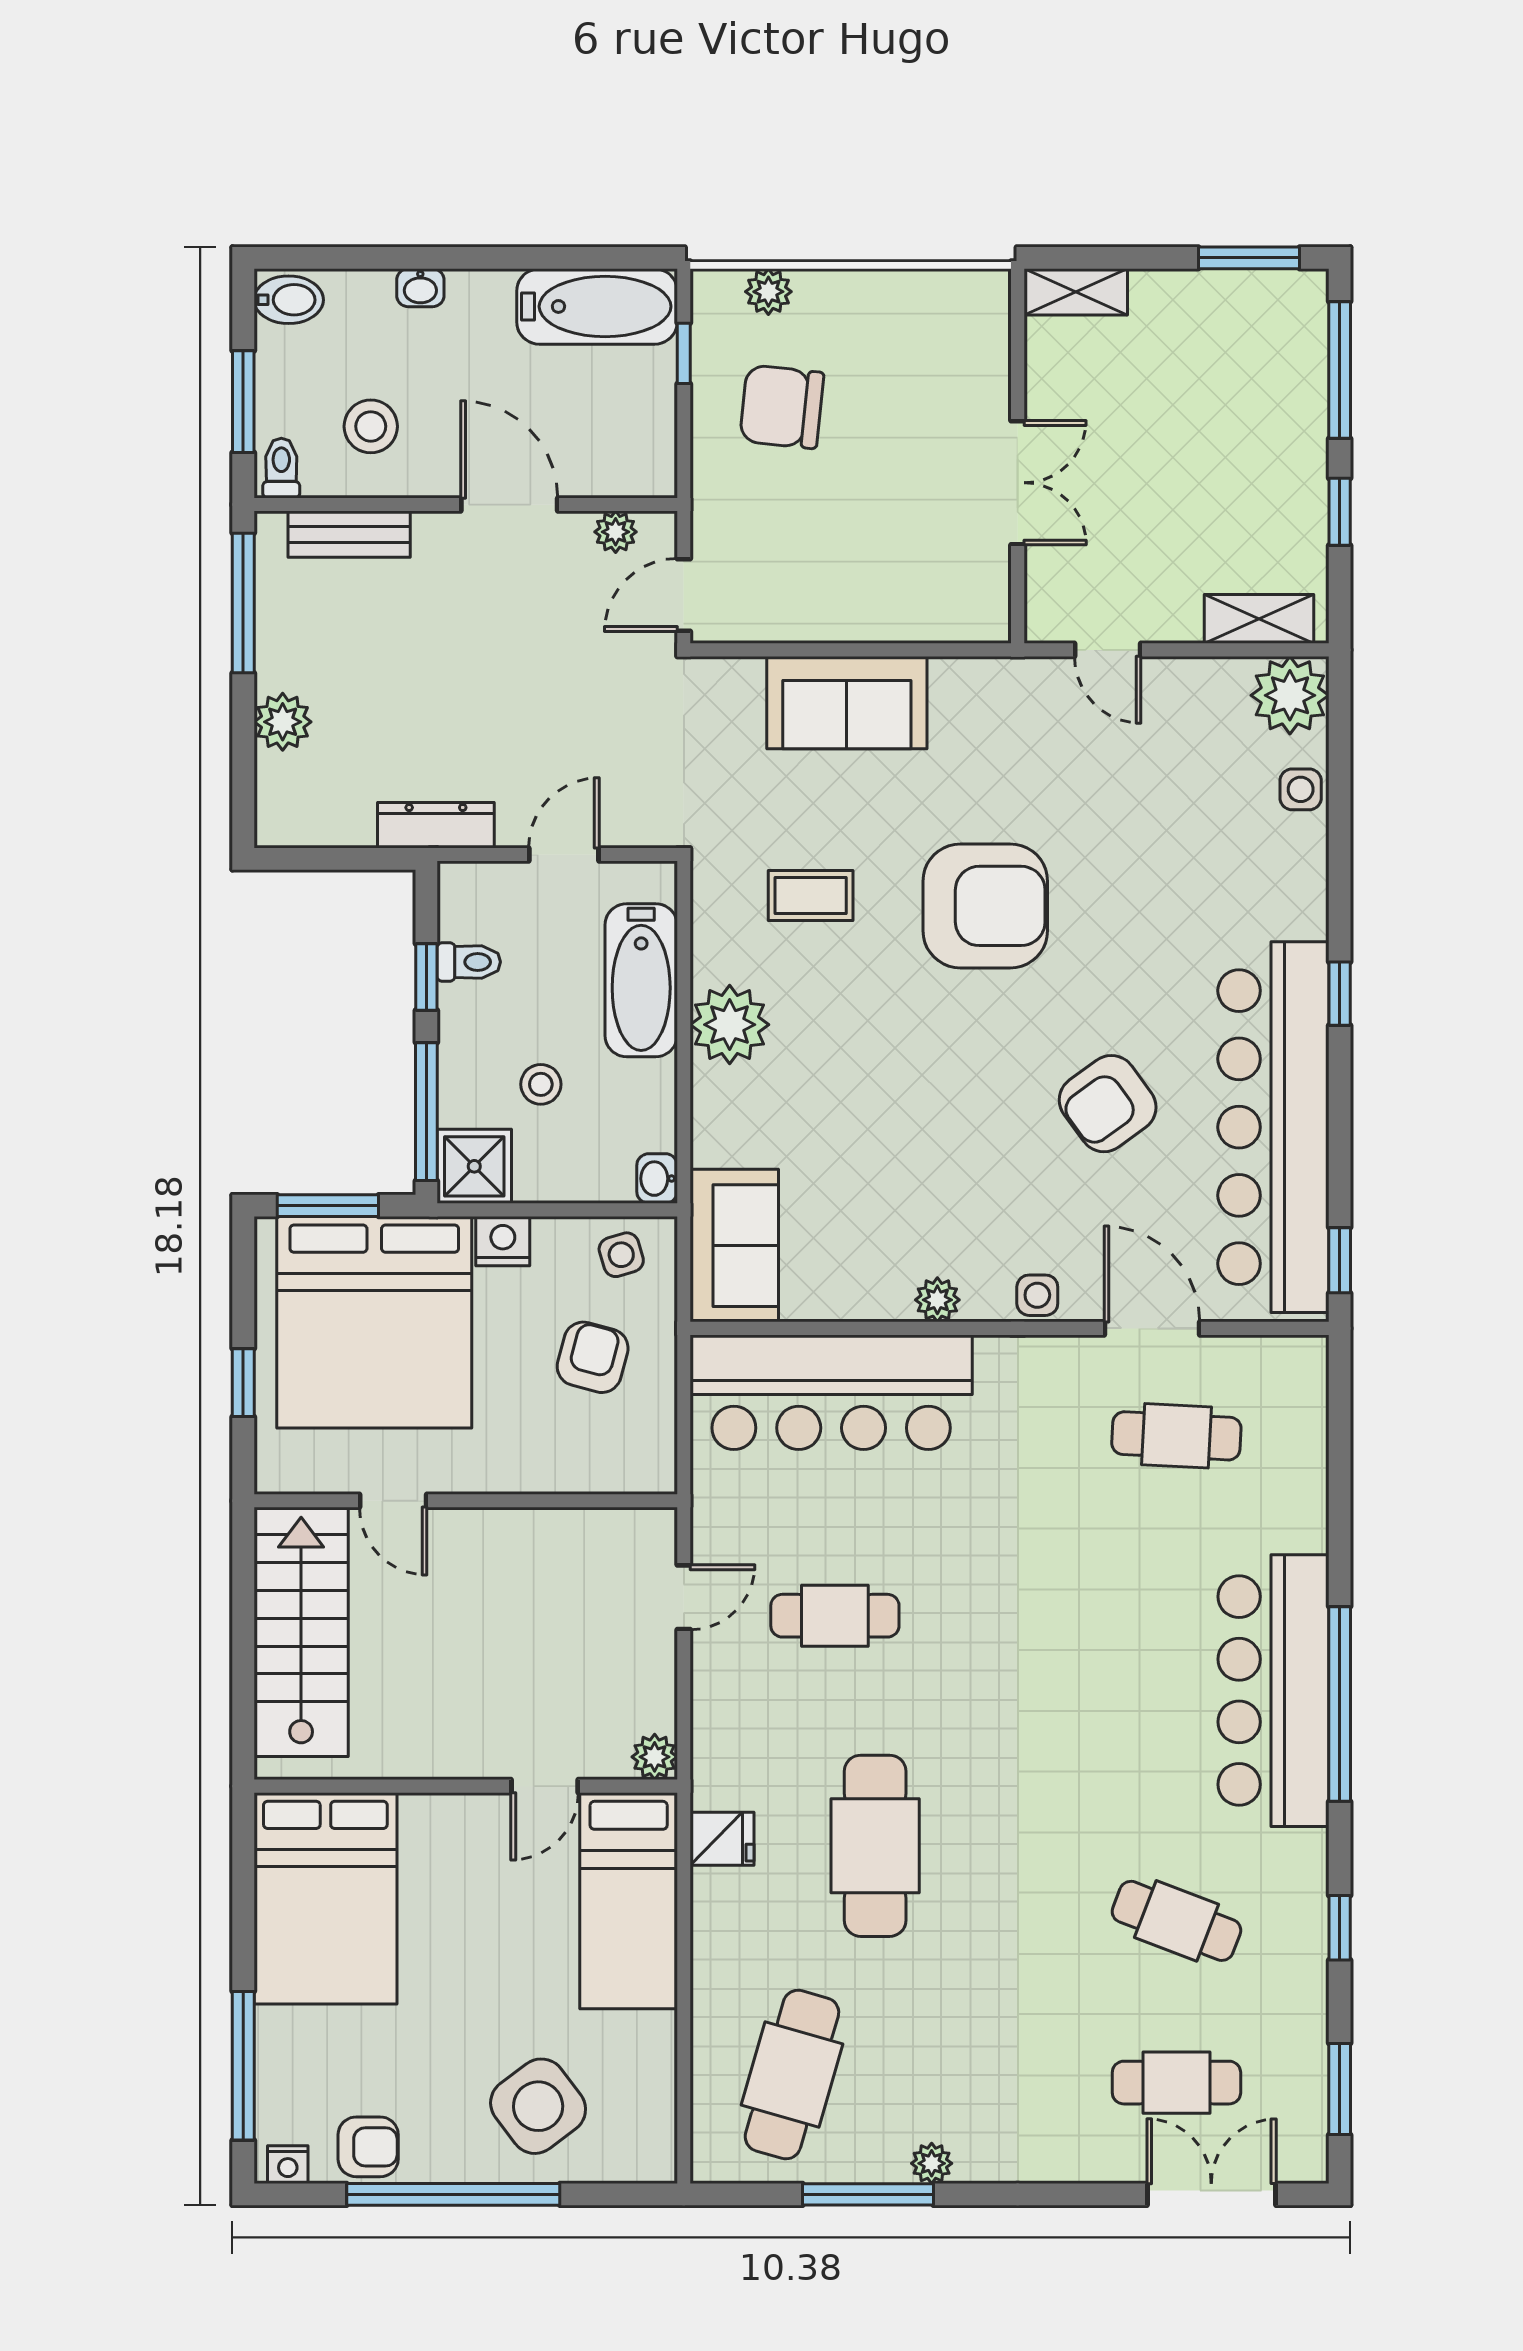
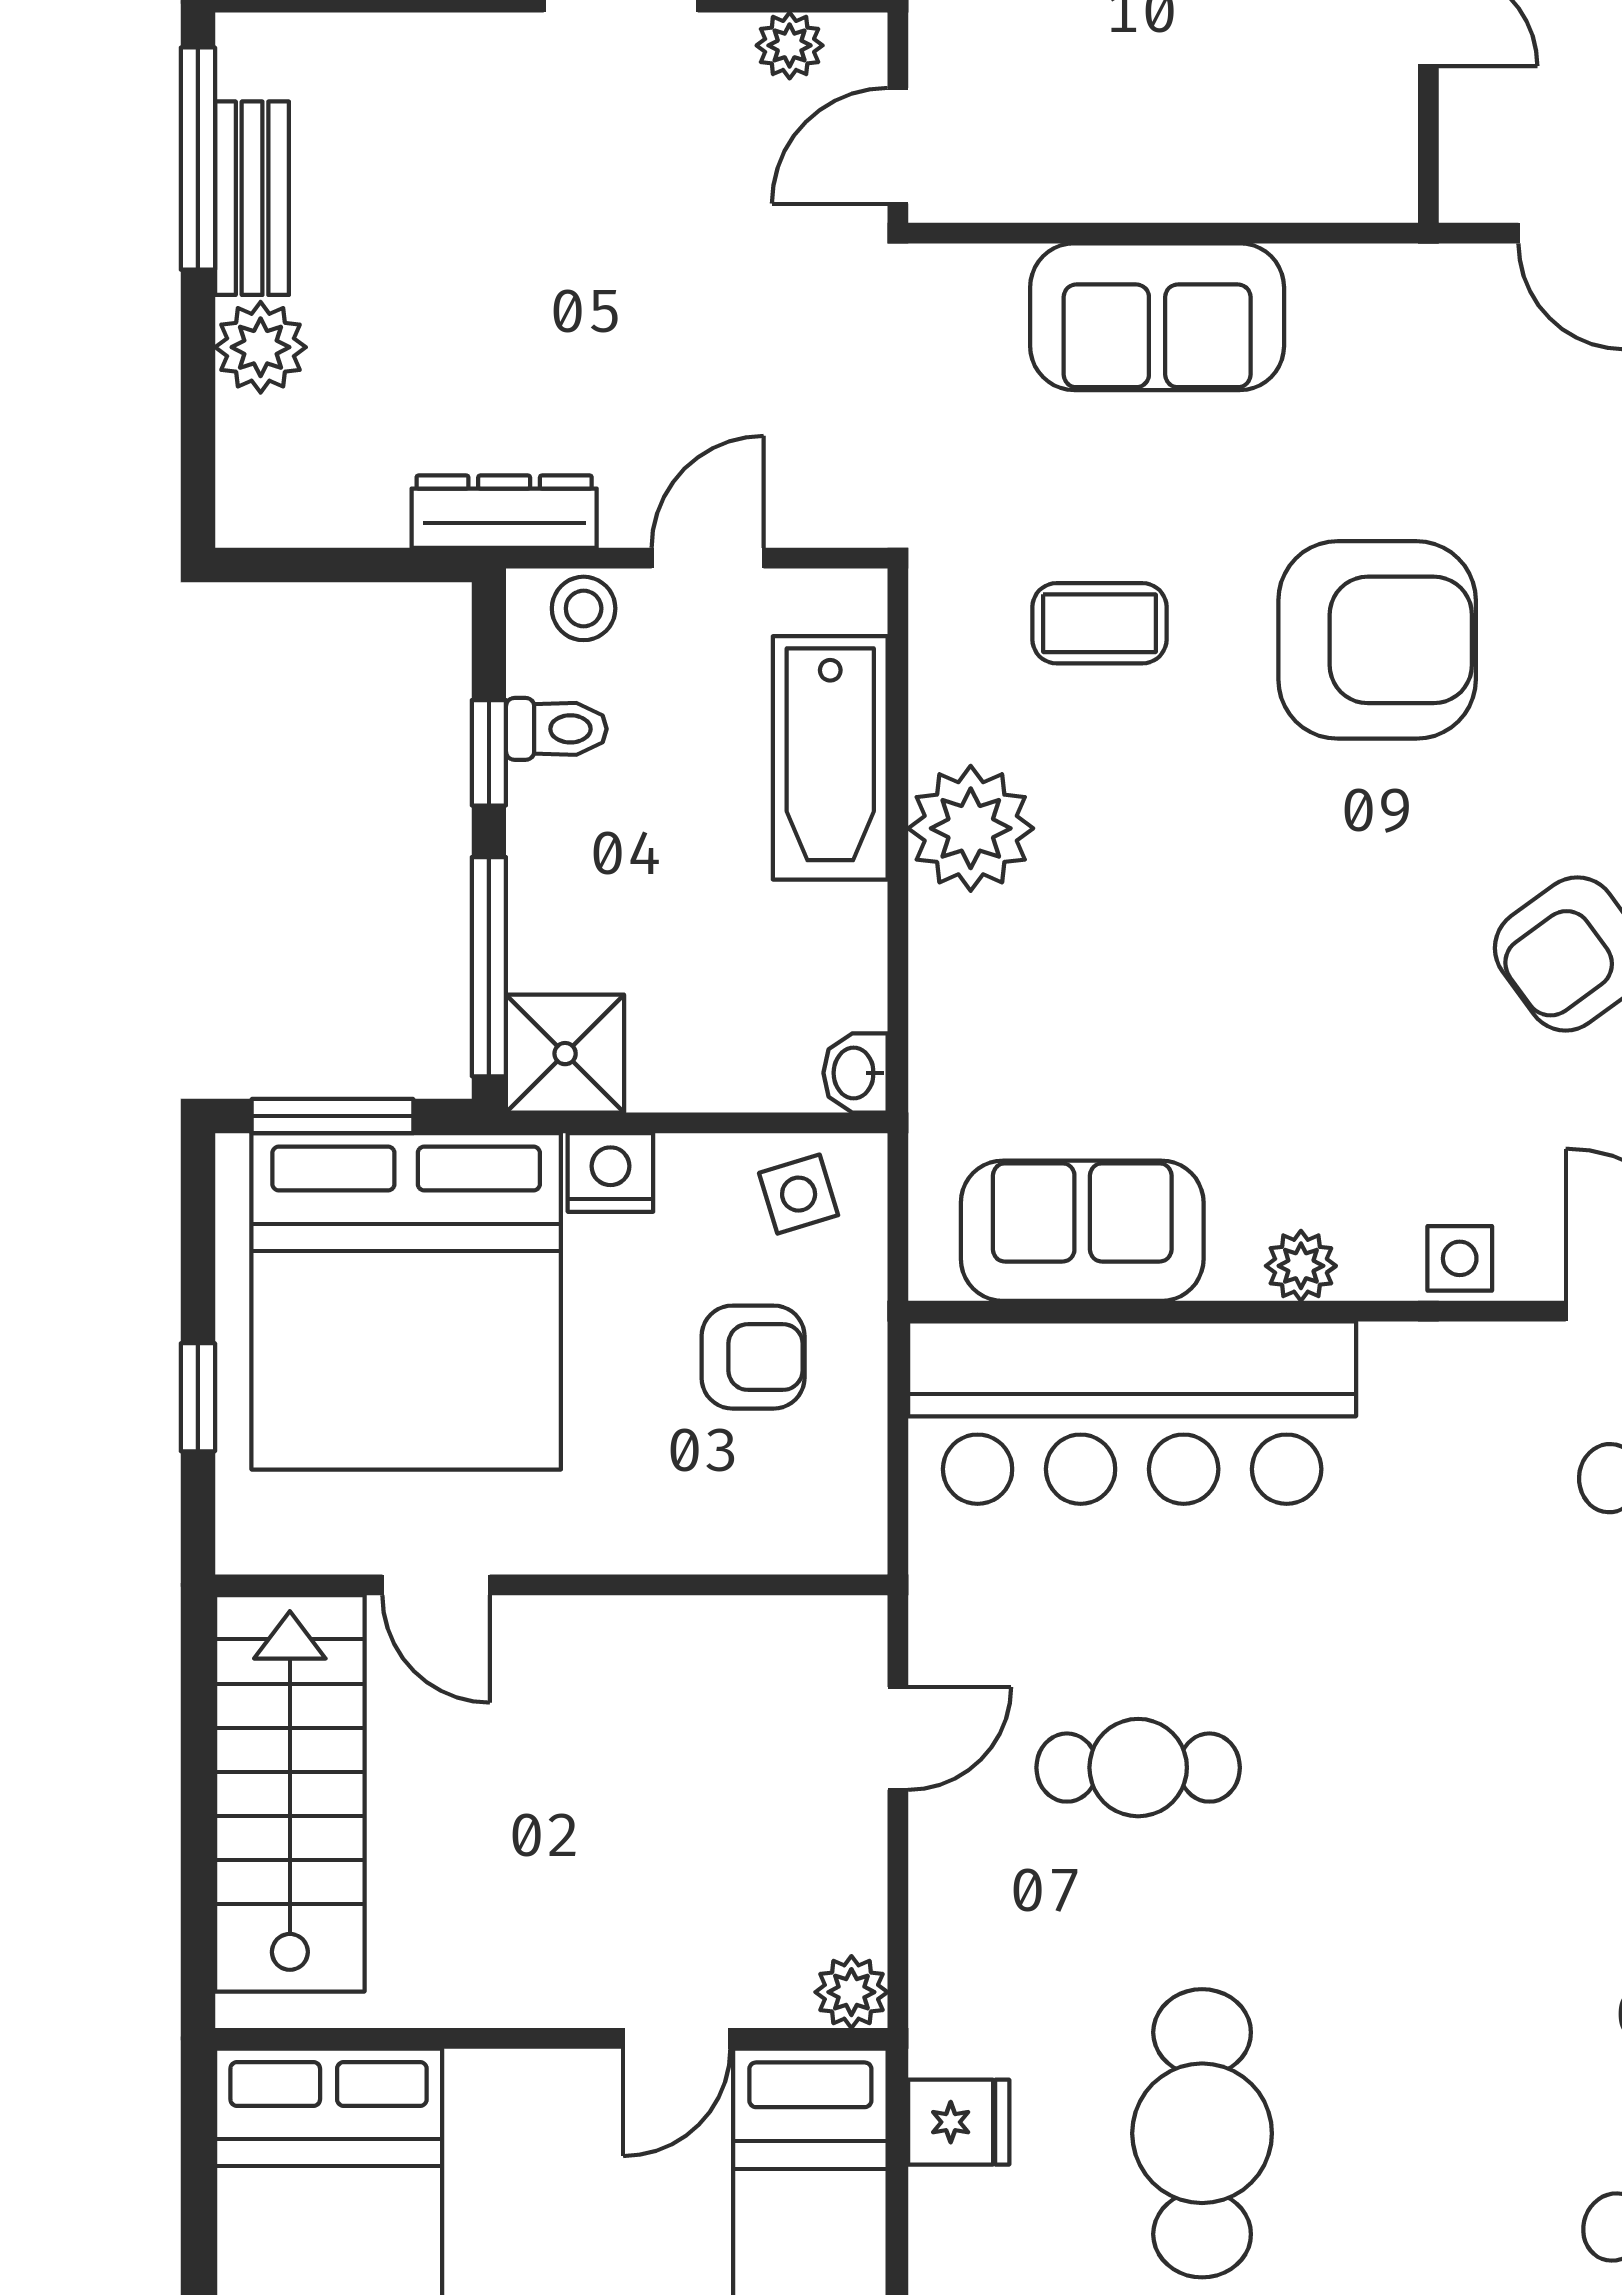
bench: (349, 534) -> (252, 198), moved, turned 90
stool: (541, 1084) -> (584, 608), moved
sofa: (734, 1246) -> (1082, 1231), moved, turned -90
armchair: (593, 1357) -> (753, 1357), turned 75

